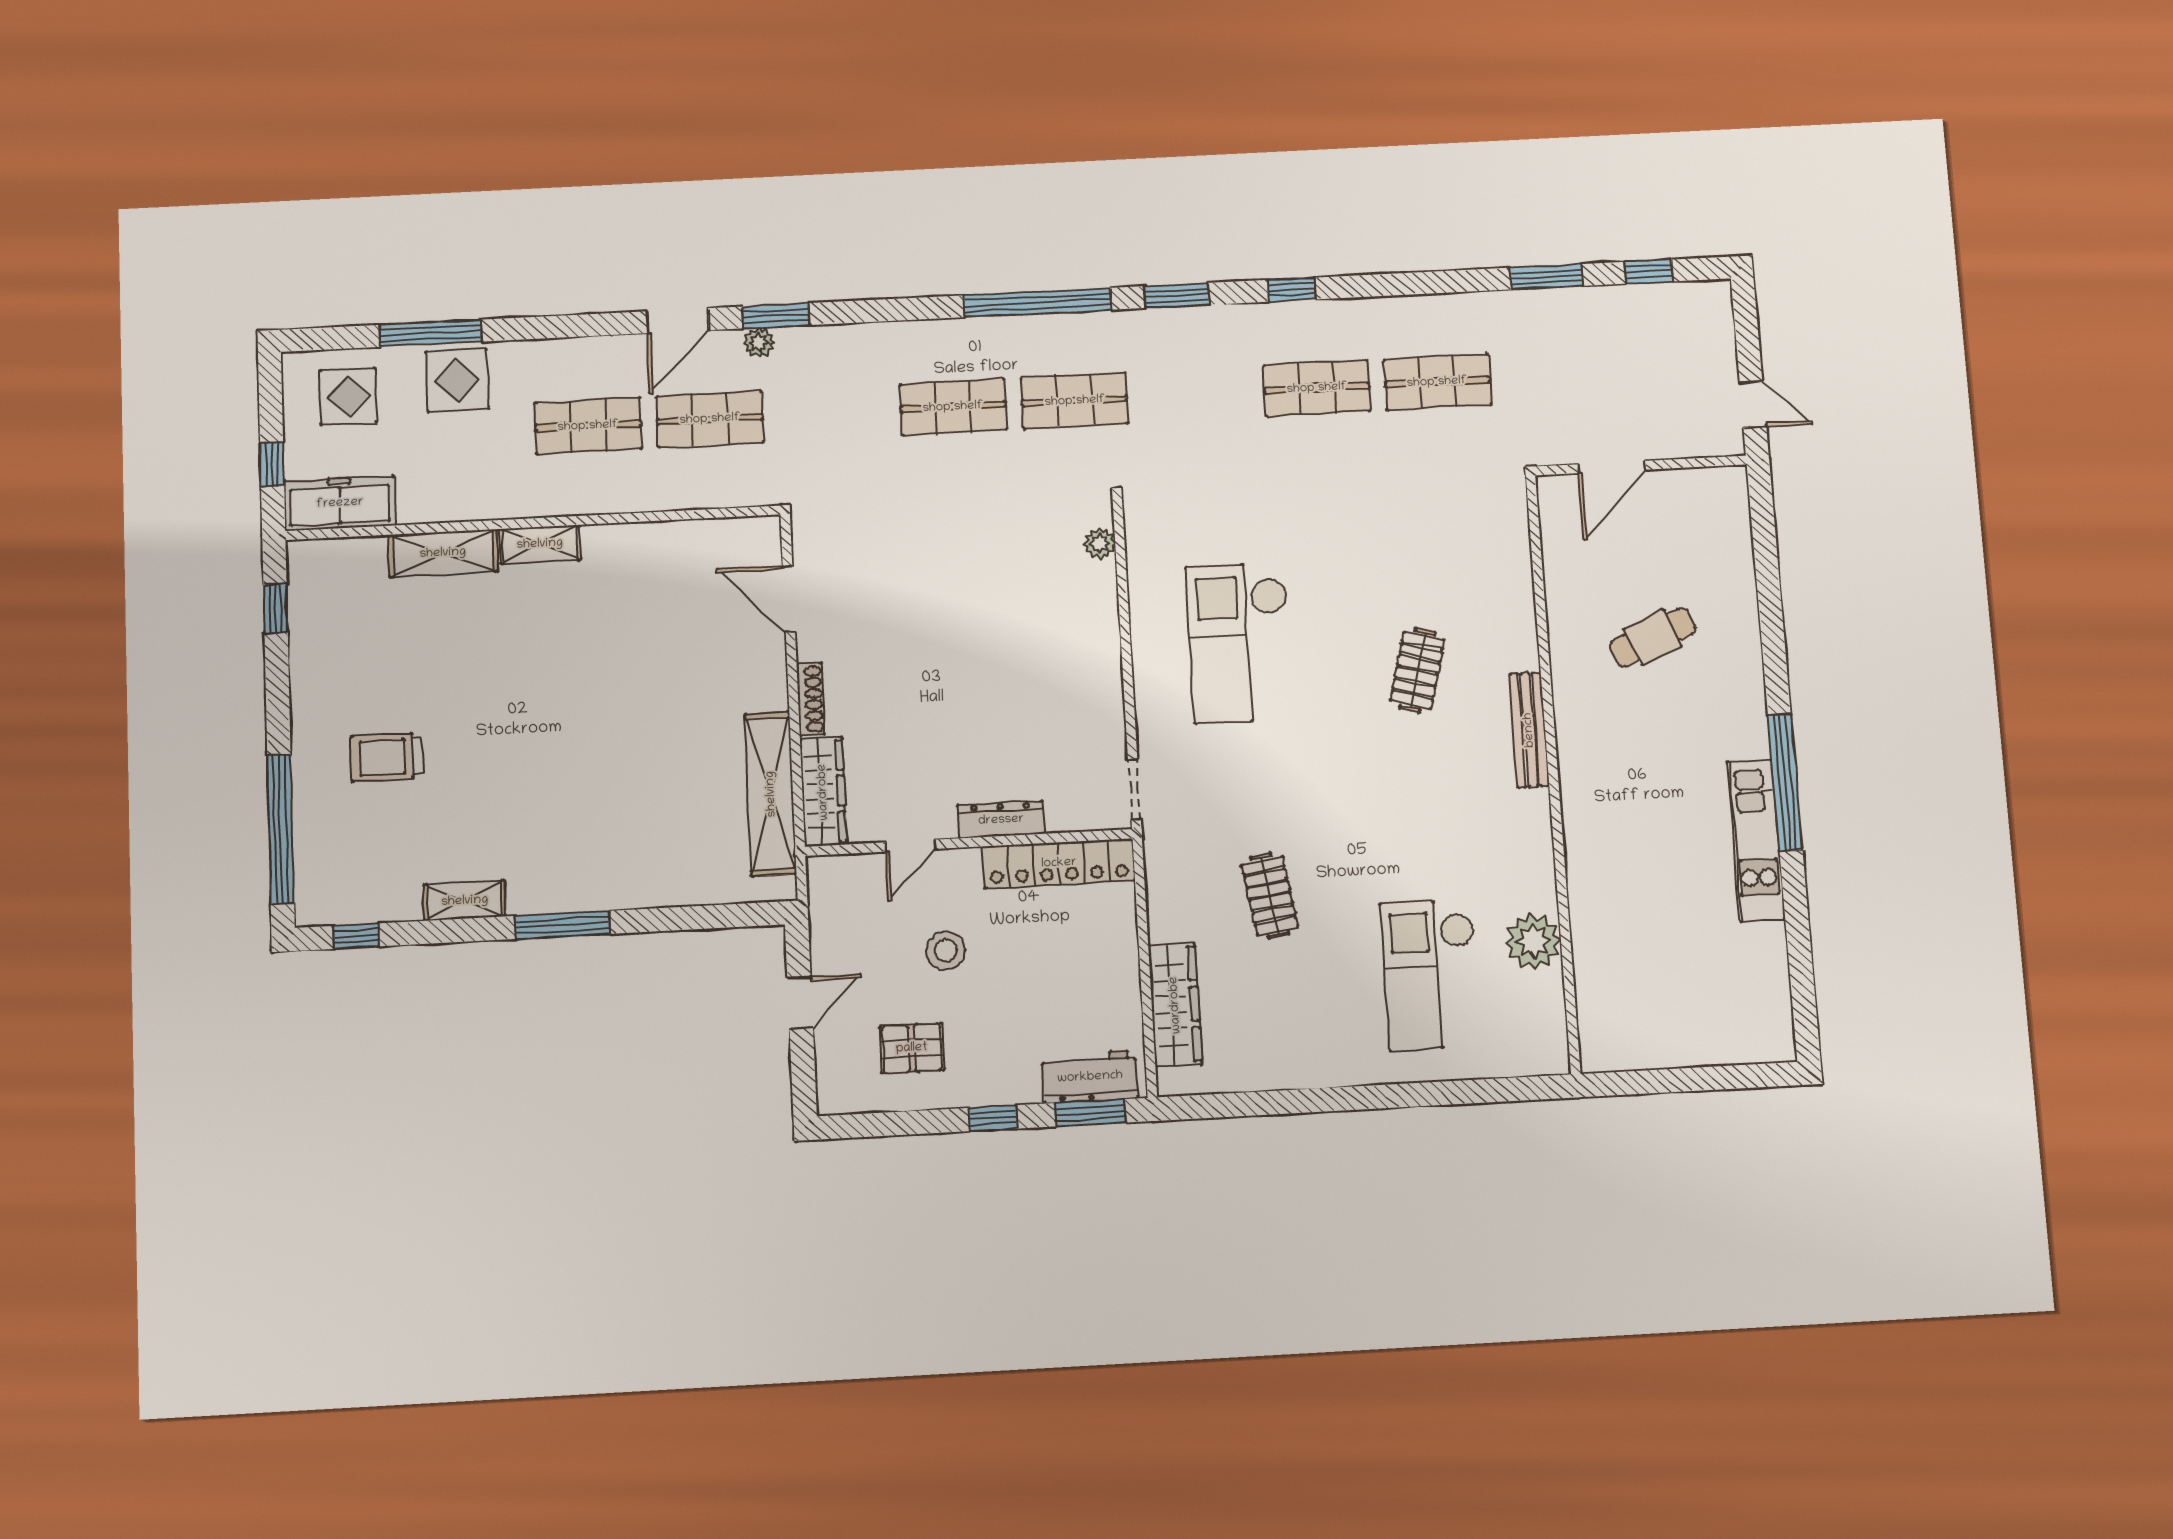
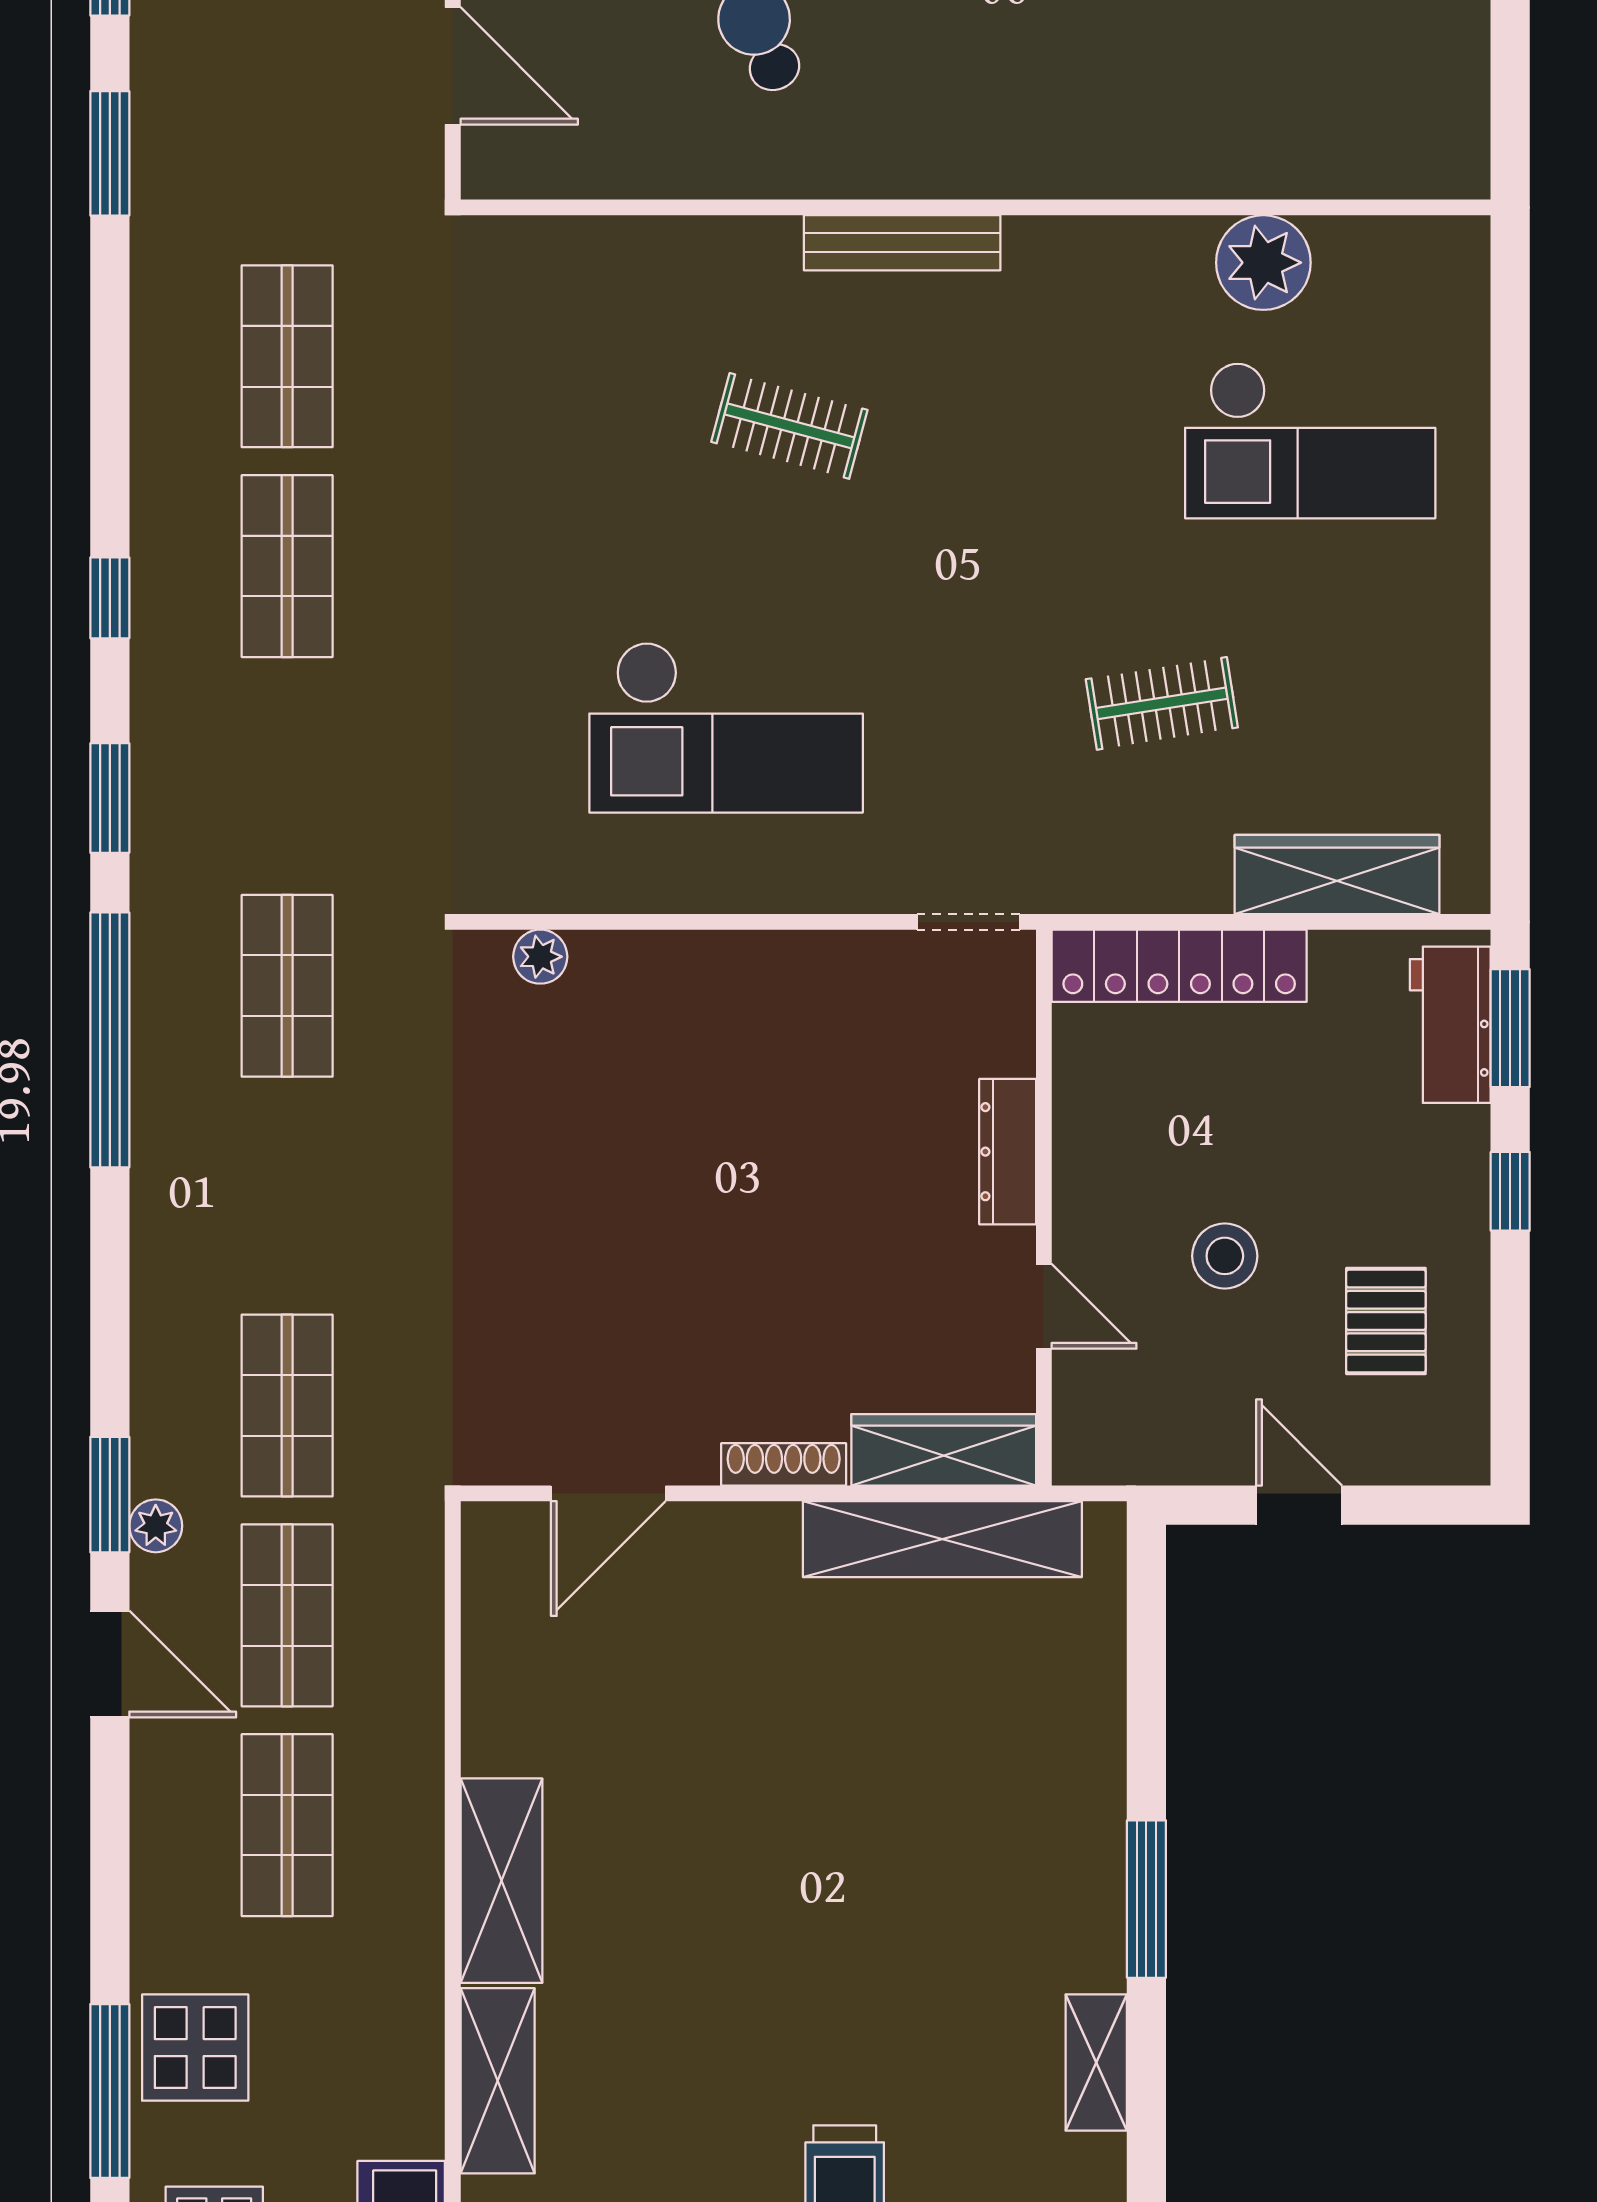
shop shelf: (953, 407) -> (287, 1405), moved
shelving: (540, 544) -> (501, 1881), width x1.50, depth x1.33
locker: (1059, 863) -> (1179, 966), moved, turned 90

